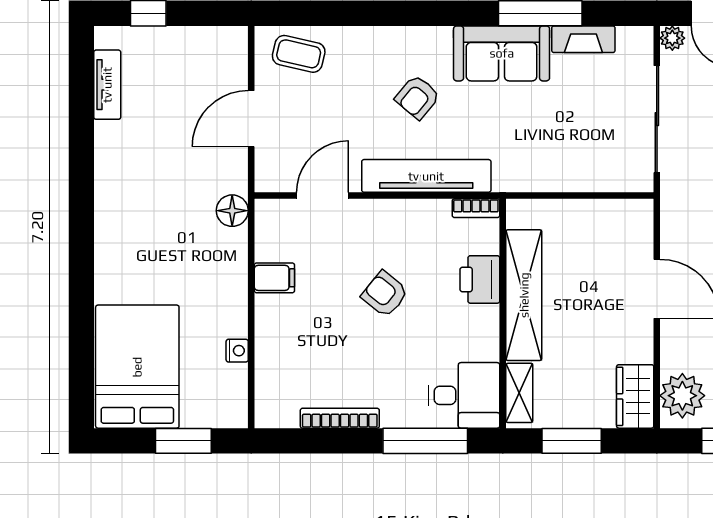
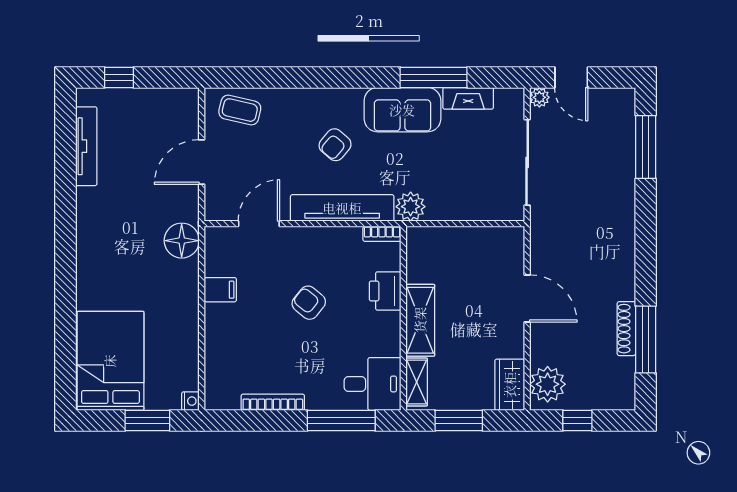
tv unit: (107, 85) -> (86, 146), width x1.41
plant: (512, 174) -> (411, 207), added
floor lamp: (232, 211) -> (182, 241), width x1.38, depth x1.38
shelving: (524, 295) -> (420, 320), width x0.68
nightstand: (237, 351) -> (190, 401), moved

